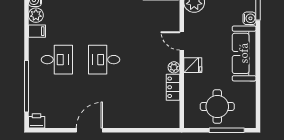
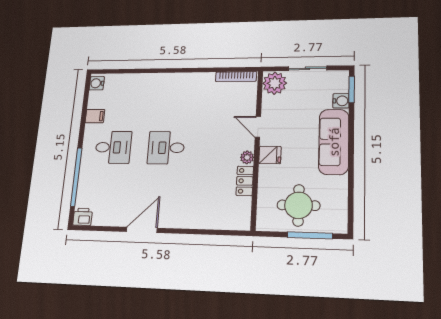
plant: (36, 15) -> (96, 99), removed

